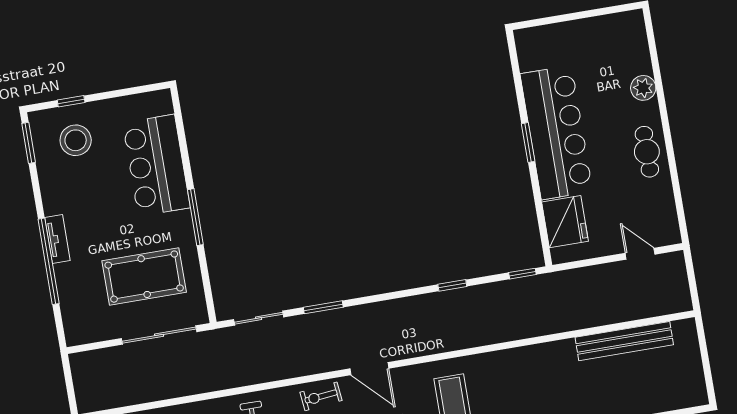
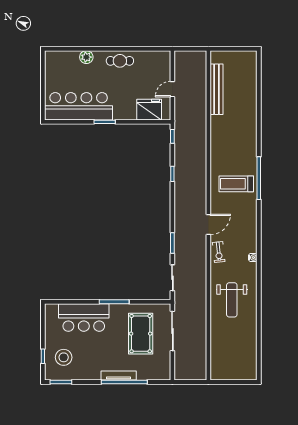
bar counter: (556, 133) -> (79, 106), moved
tv unit: (57, 239) -> (119, 376), width x1.41
door: (640, 254) -> (172, 89), moved

